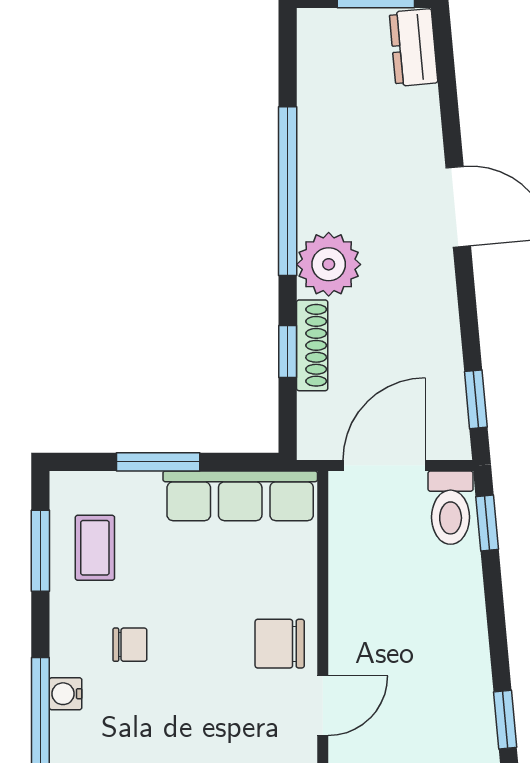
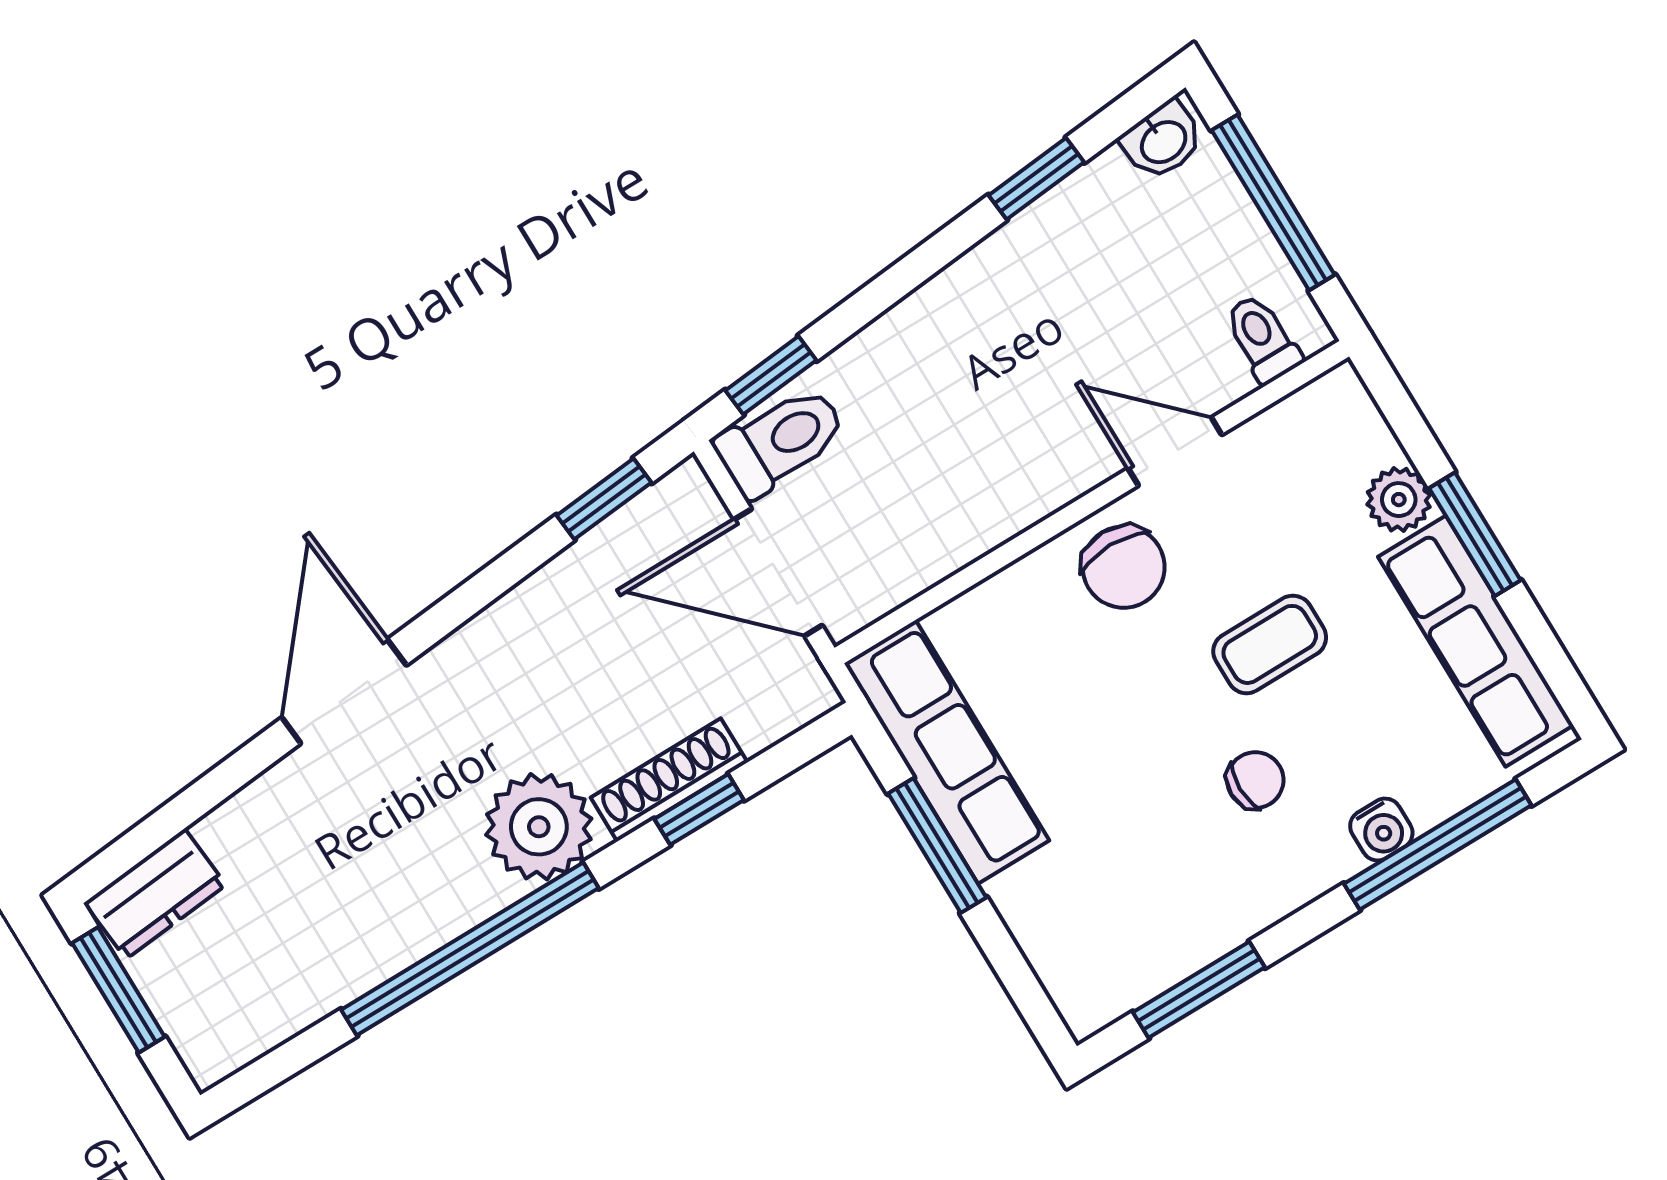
window: (158, 462) -> (937, 846), moved
coffee table: (95, 548) -> (1270, 644), moved
chair: (130, 645) -> (1255, 780), turned 90

